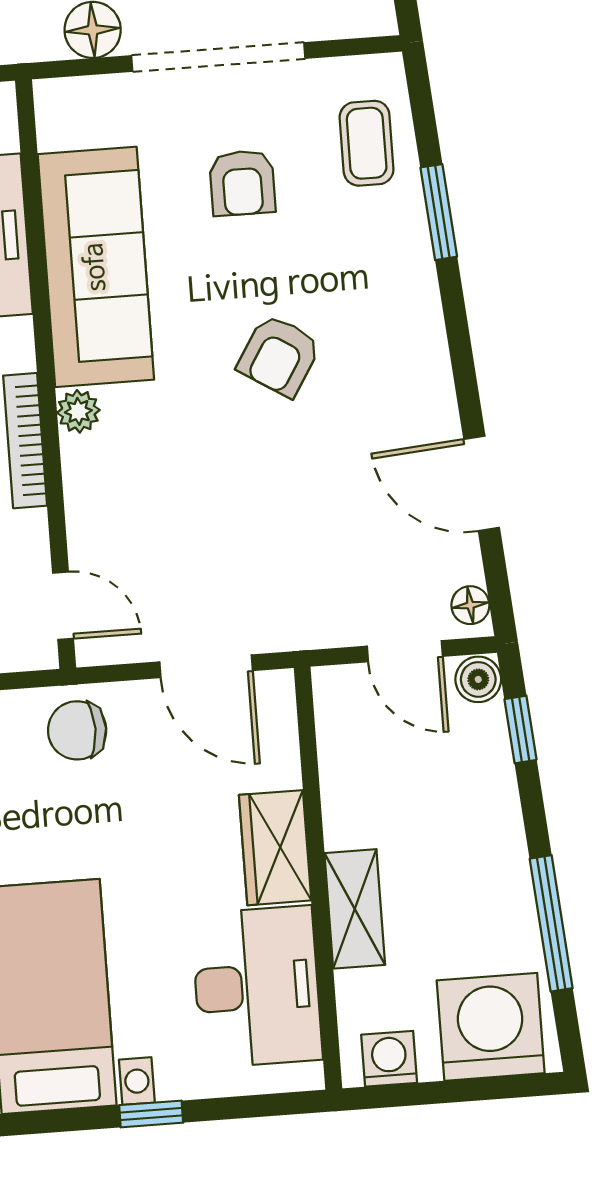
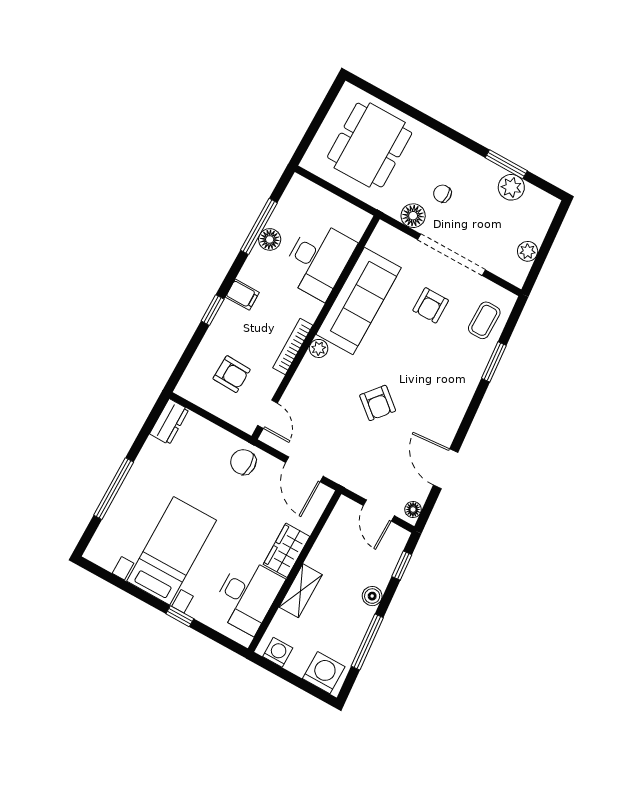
armchair: (279, 355) -> (378, 403), moved, turned -82
boiler: (478, 679) -> (372, 596), moved
washing machine: (491, 1027) -> (324, 673), width x0.73, depth x0.73

